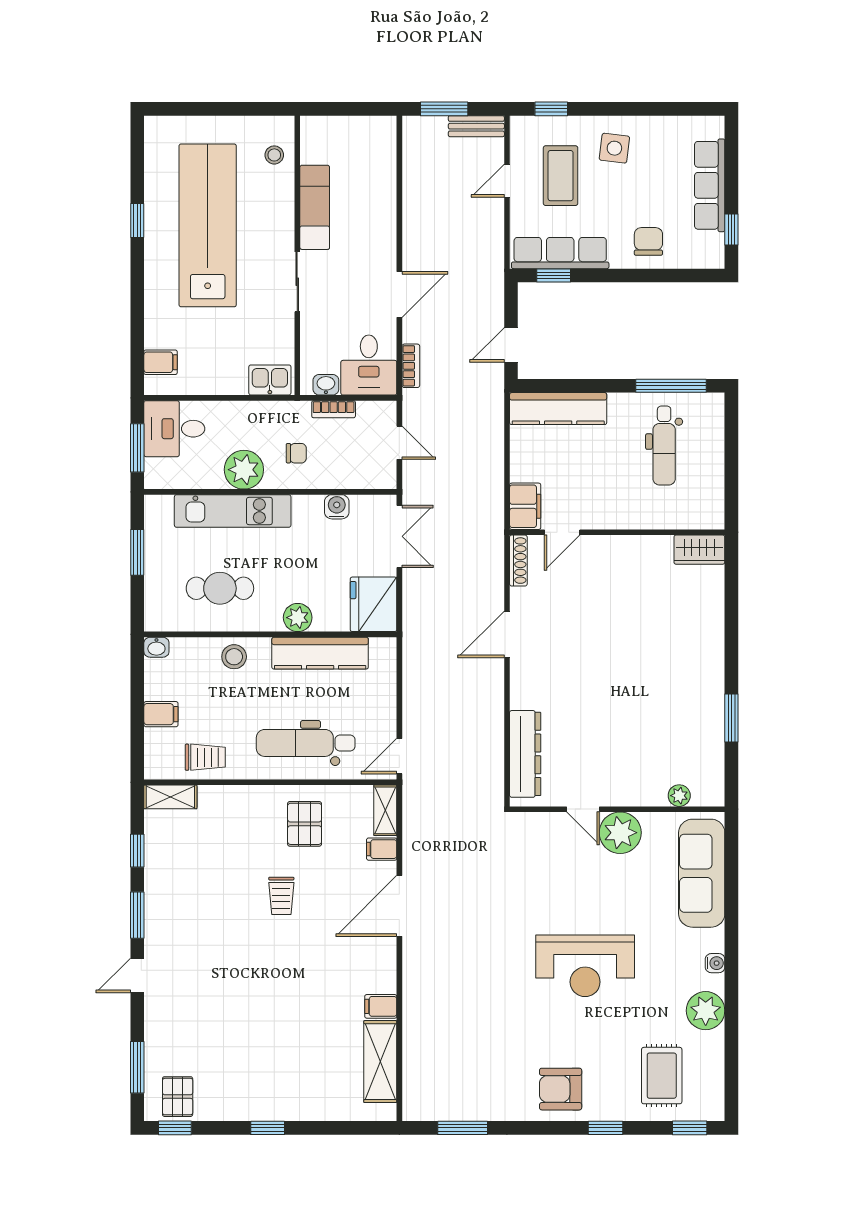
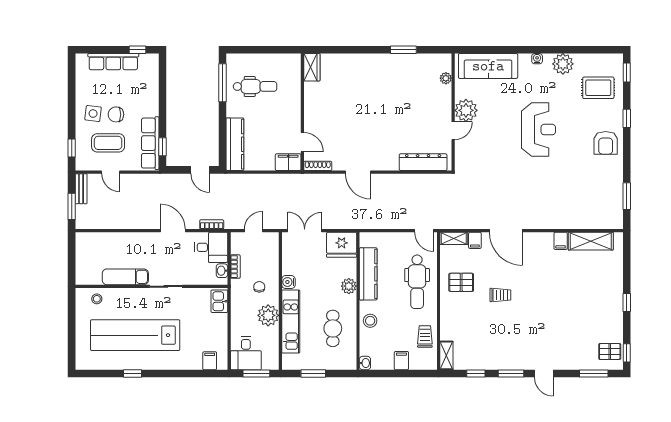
chair: (648, 241) -> (116, 114), moved
water cooler: (337, 507) -> (288, 282), moved

